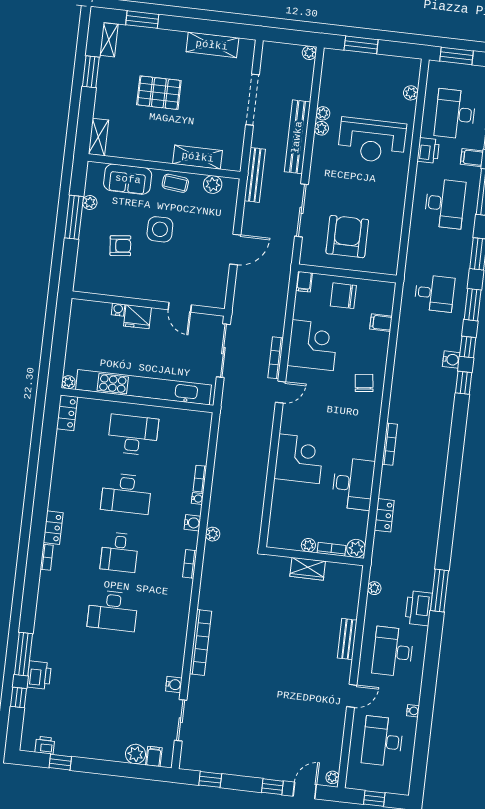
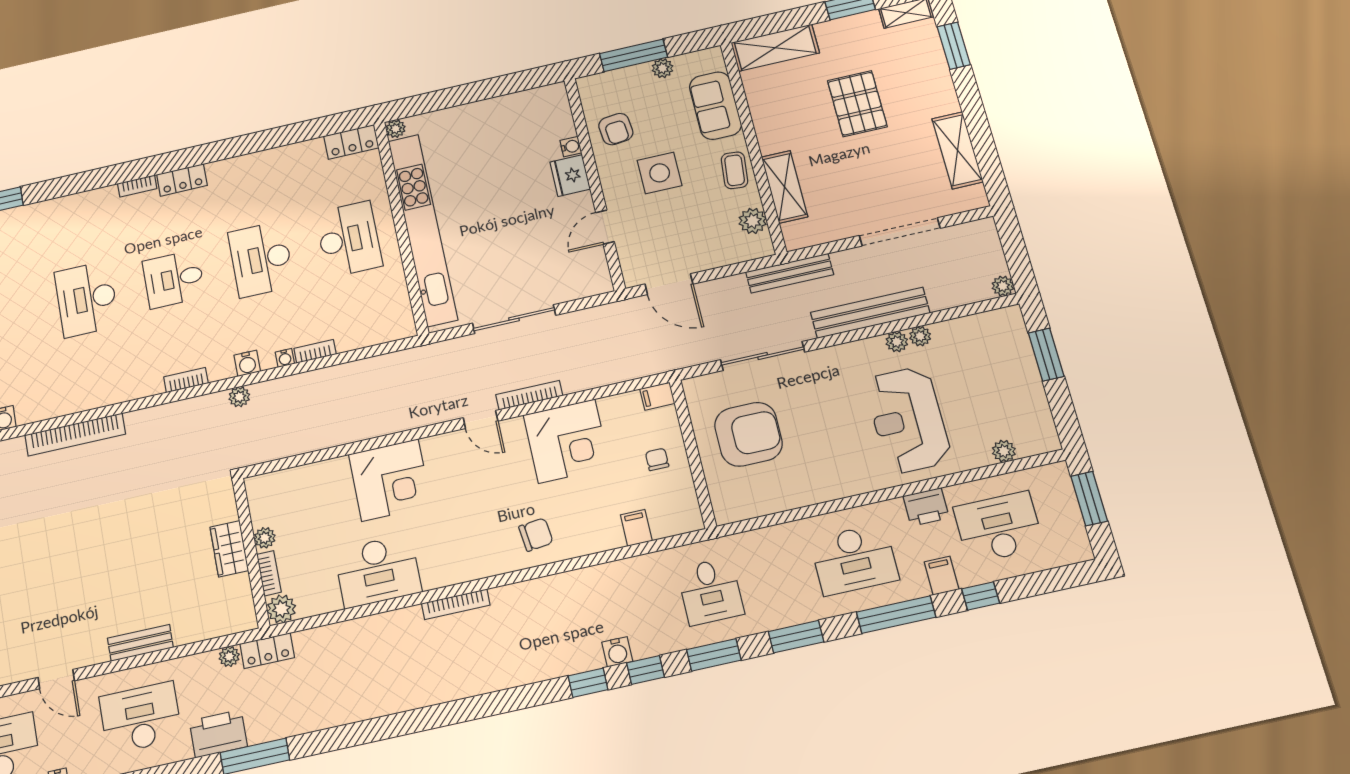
shelving: (98, 137) -> (775, 48), width x1.50, depth x1.33
chair: (343, 296) -> (657, 459), width x0.54, depth x0.54
wall: (148, 304) -> (594, 183), moved
door: (180, 307) -> (605, 227), moved
water cooler: (118, 310) -> (571, 147), moved
fridge: (137, 317) -> (570, 176), moved
locker: (384, 515) -> (267, 651), moved

